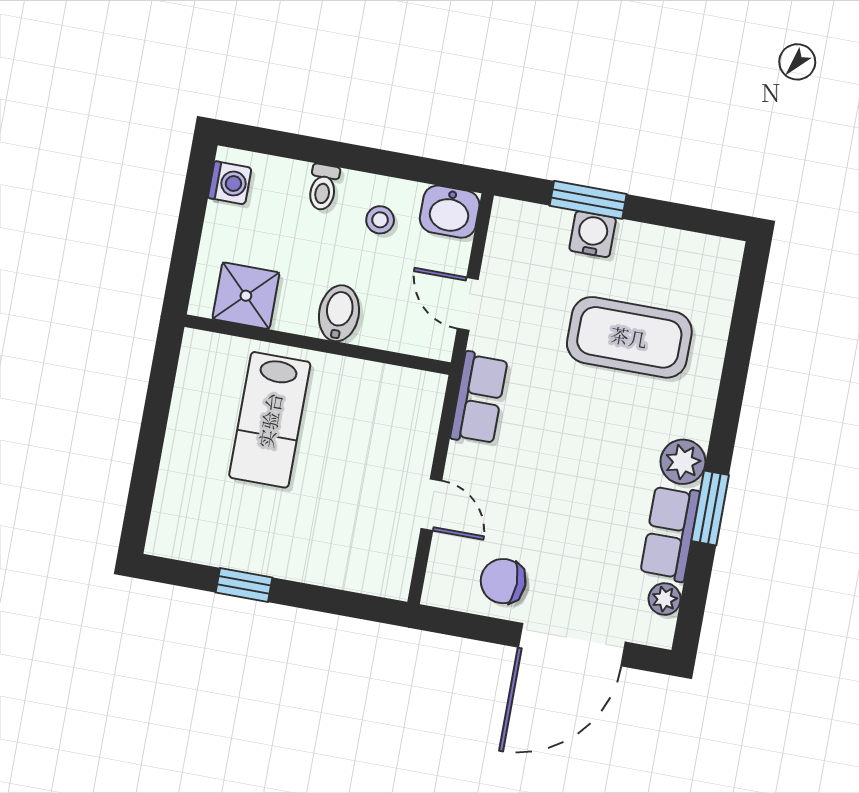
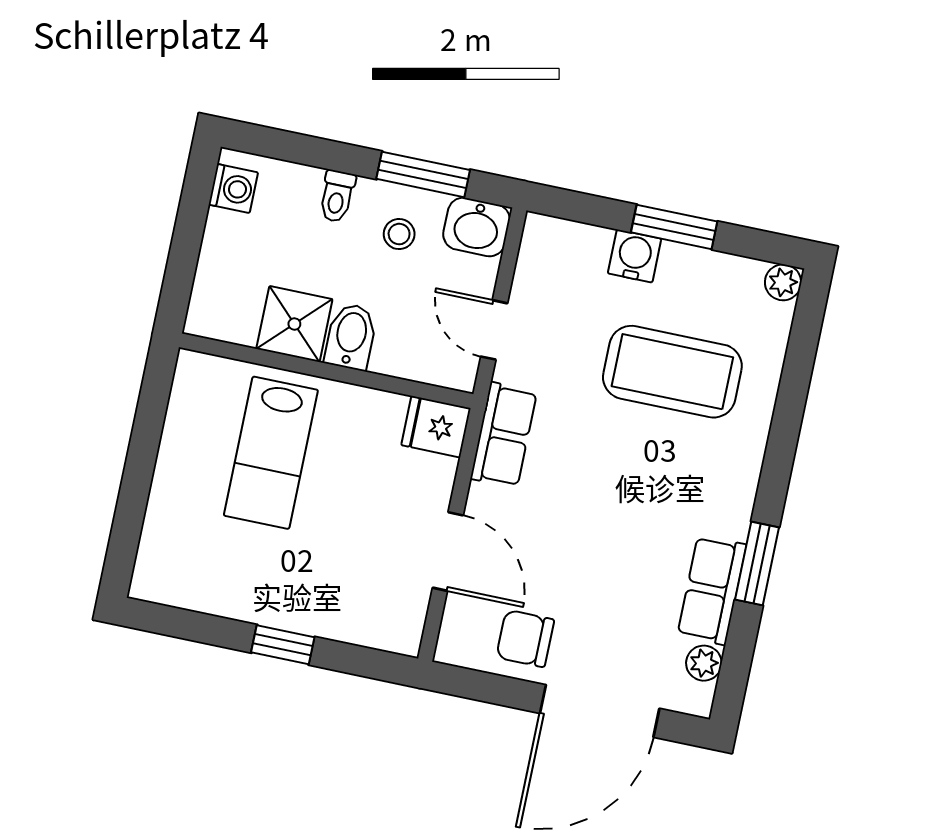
window: (400, 166) -> (423, 174), added
window: (588, 200) -> (674, 227), moved
shower: (246, 296) -> (294, 324), moved
fridge: (418, 392) -> (436, 427), added
plant: (683, 462) -> (783, 282), moved, width x0.73, depth x0.73
door: (431, 505) -> (448, 552), width x1.38
window: (244, 585) -> (283, 645), moved

